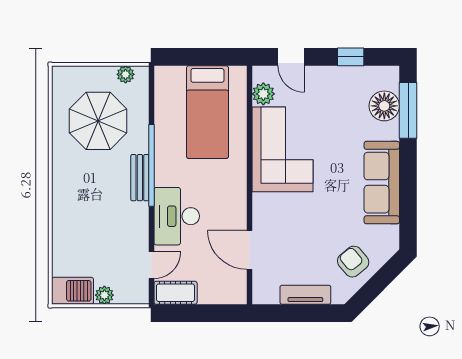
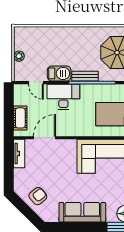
barbecue: (72, 291) -> (59, 73), moved, turned -90
cot: (176, 293) -> (20, 118), moved
tv unit: (305, 295) -> (19, 154), moved

